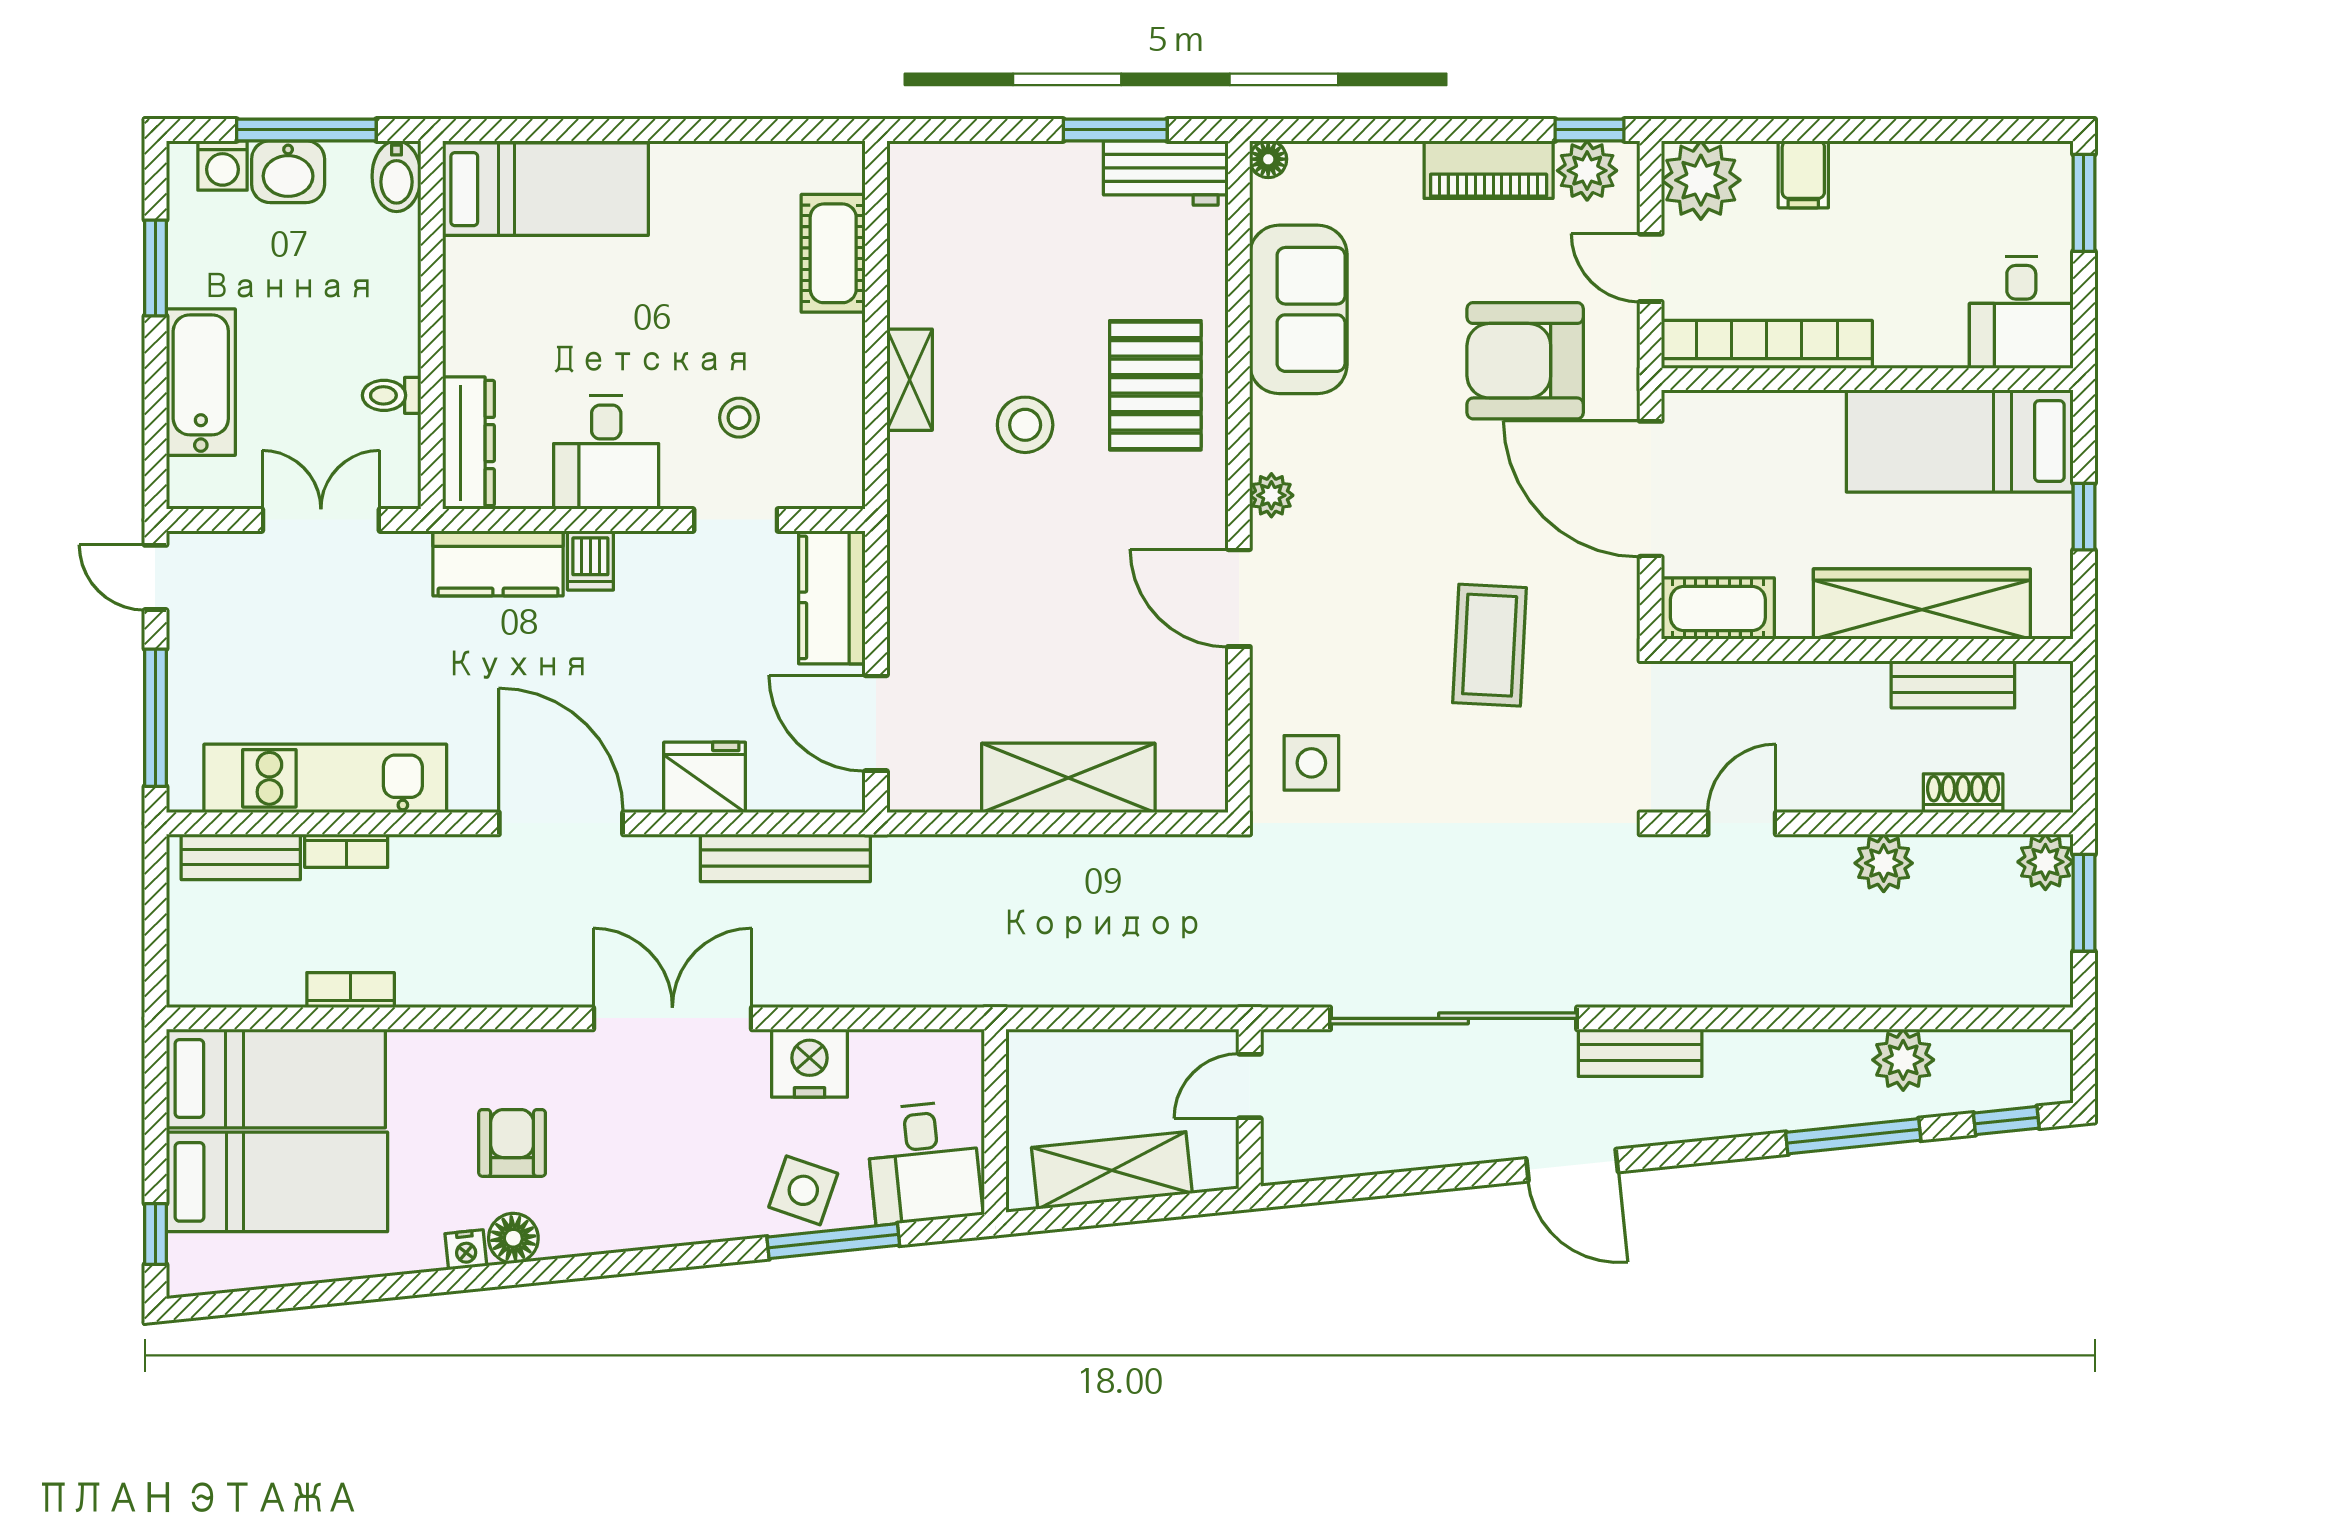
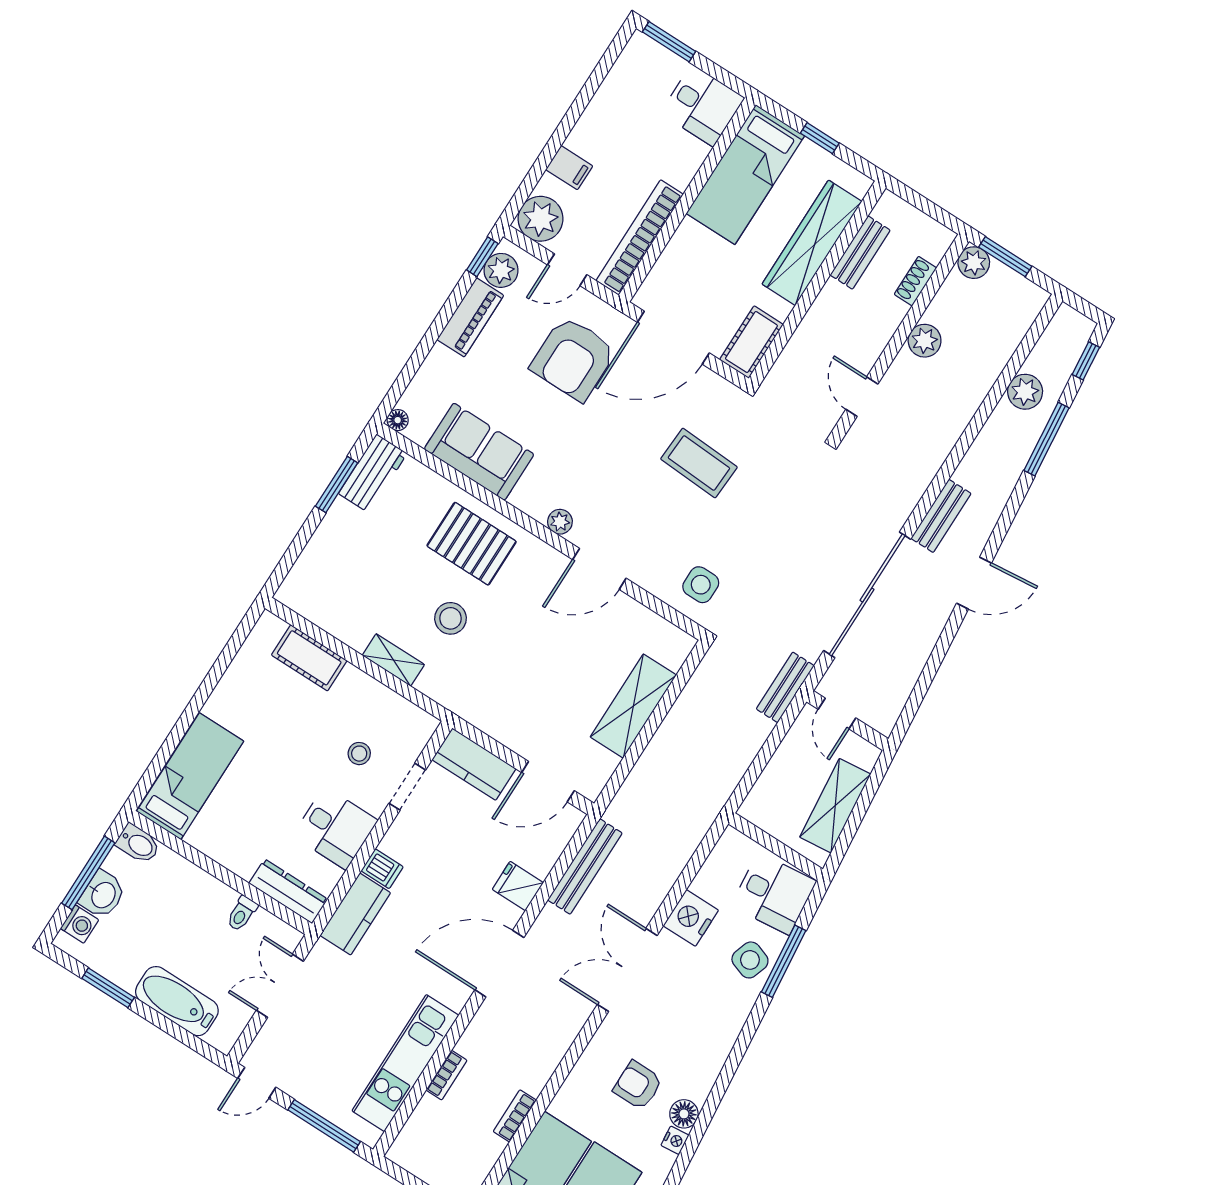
fridge: (705, 777) -> (518, 886), width x0.72
bench: (241, 857) -> (785, 687), moved

